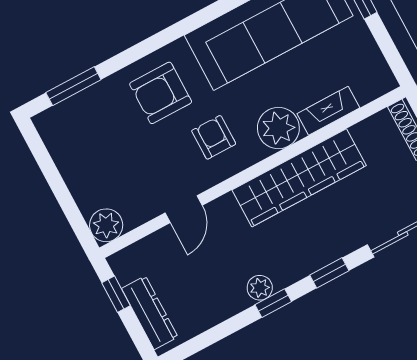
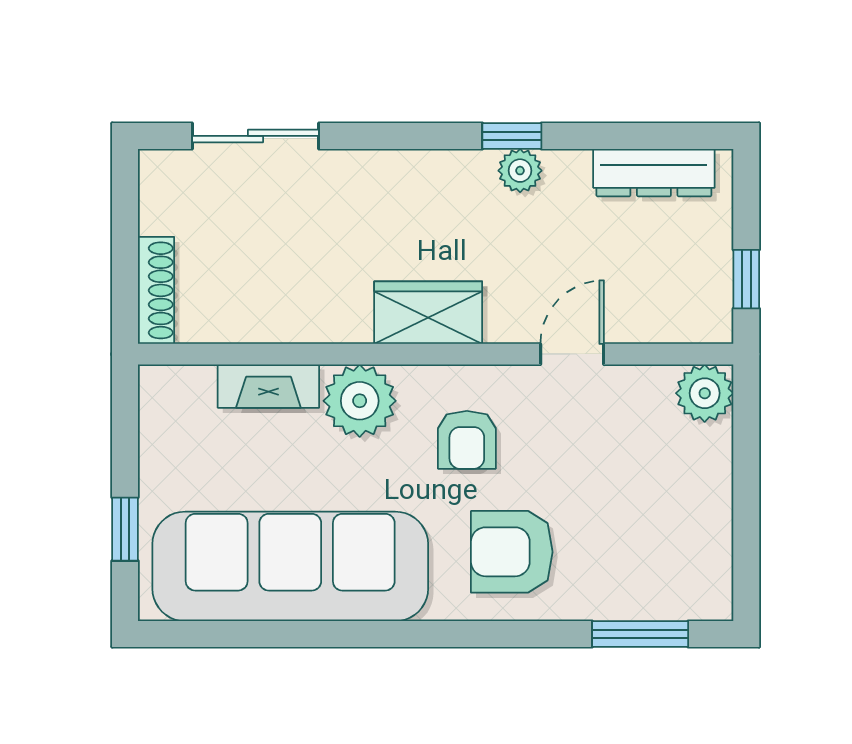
armchair: (161, 93) -> (512, 552), turned 180
wardrobe: (299, 178) -> (428, 313), width x0.48, depth x0.85
window: (329, 273) -> (401, 136), removed
dresser: (150, 313) -> (654, 173), moved, turned -90

